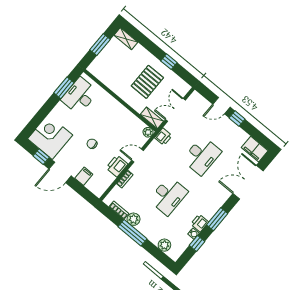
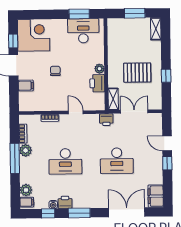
plant: (148, 132) -> (99, 69), moved
printer: (117, 166) -> (97, 83), moved, turned -90
filing cabinet: (174, 252) -> (27, 202), added

